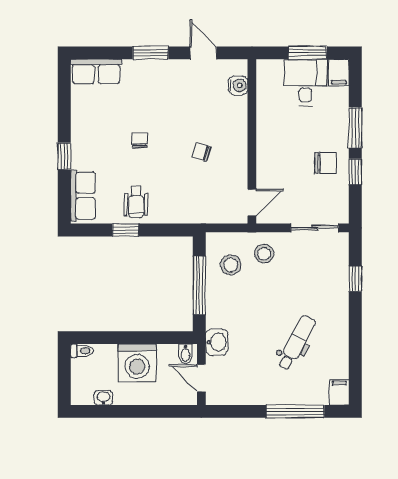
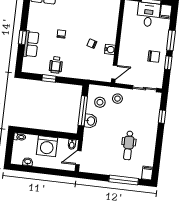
water cooler: (238, 85) -> (110, 49), moved
row of seats: (83, 196) -> (31, 44), moved
washbasin: (217, 342) -> (91, 121), moved
dental chair: (297, 343) -> (129, 145), turned 152
door: (201, 378) -> (78, 158), hinge flipped

